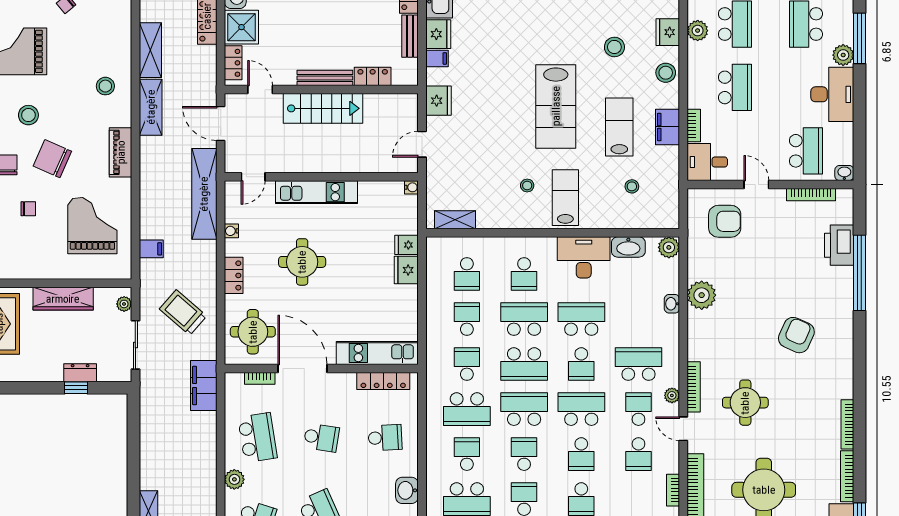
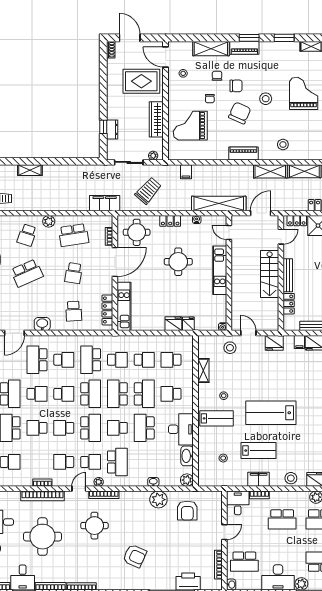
stool: (614, 47) -> (230, 348), moved
shelving: (455, 220) -> (203, 370), moved
armchair: (725, 221) -> (187, 511), moved
grand piano: (92, 226) -> (190, 126), moved, turned 180
school desk: (581, 319) -> (144, 428), turned 180

